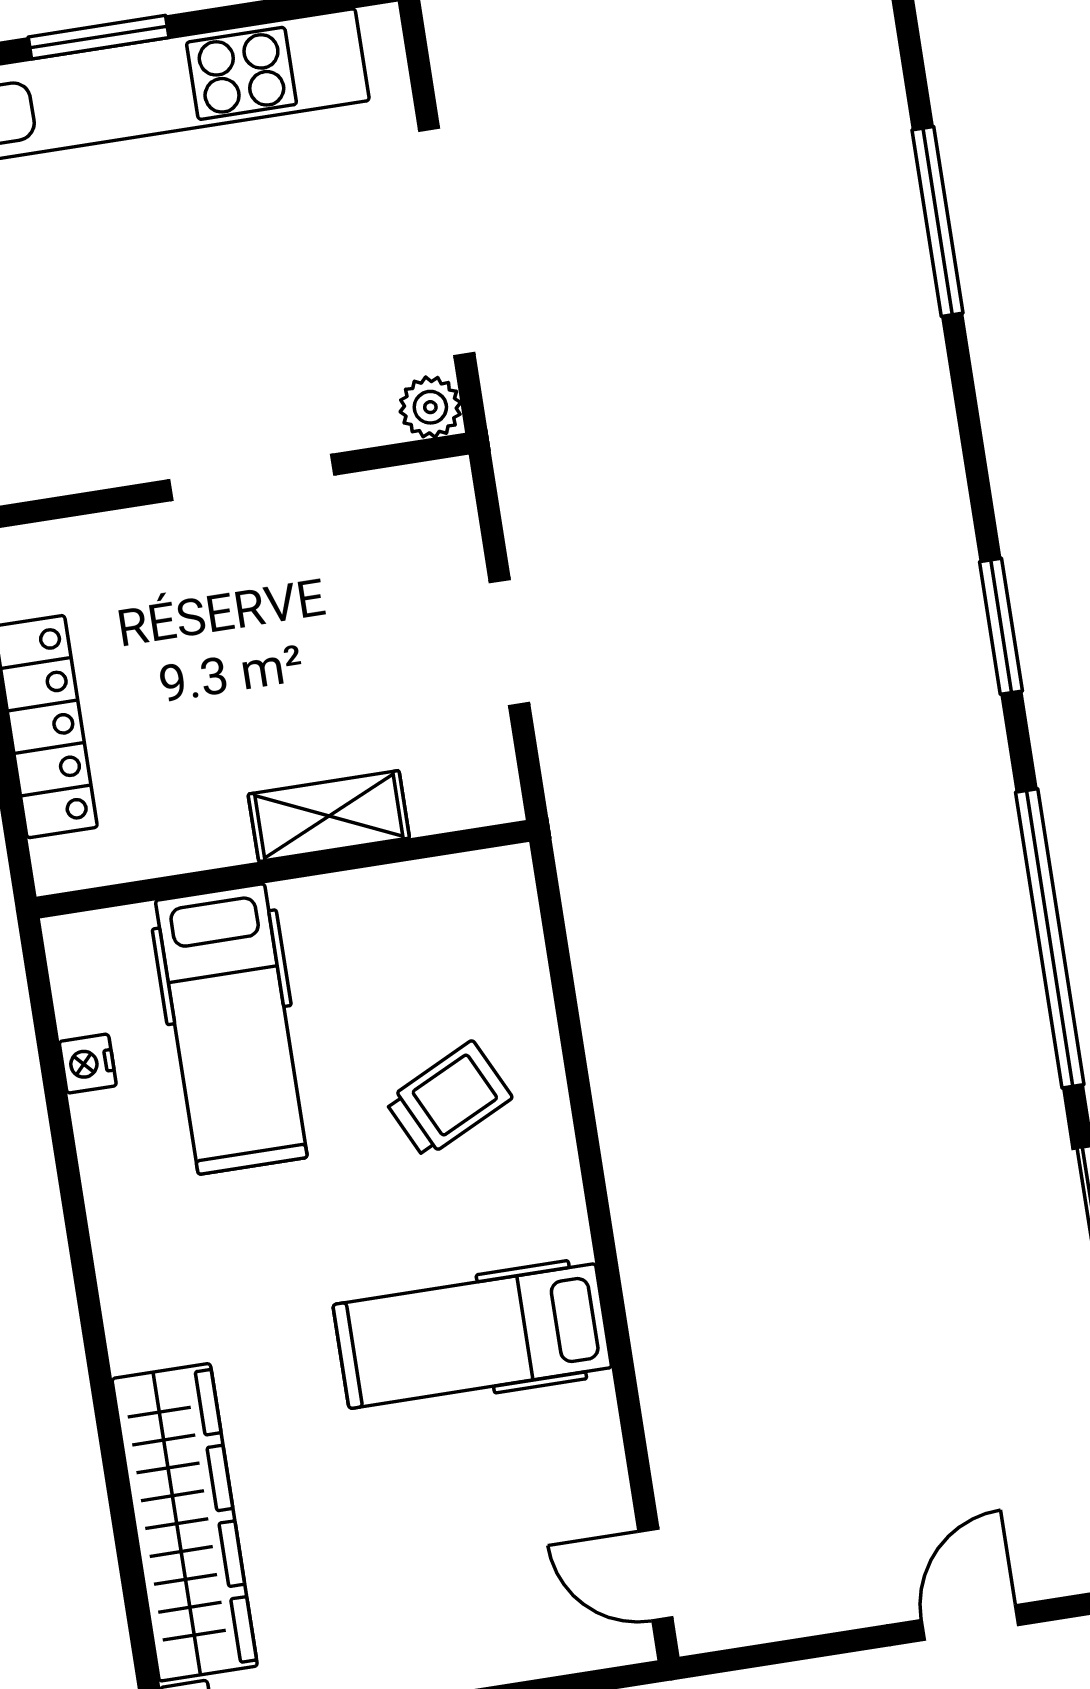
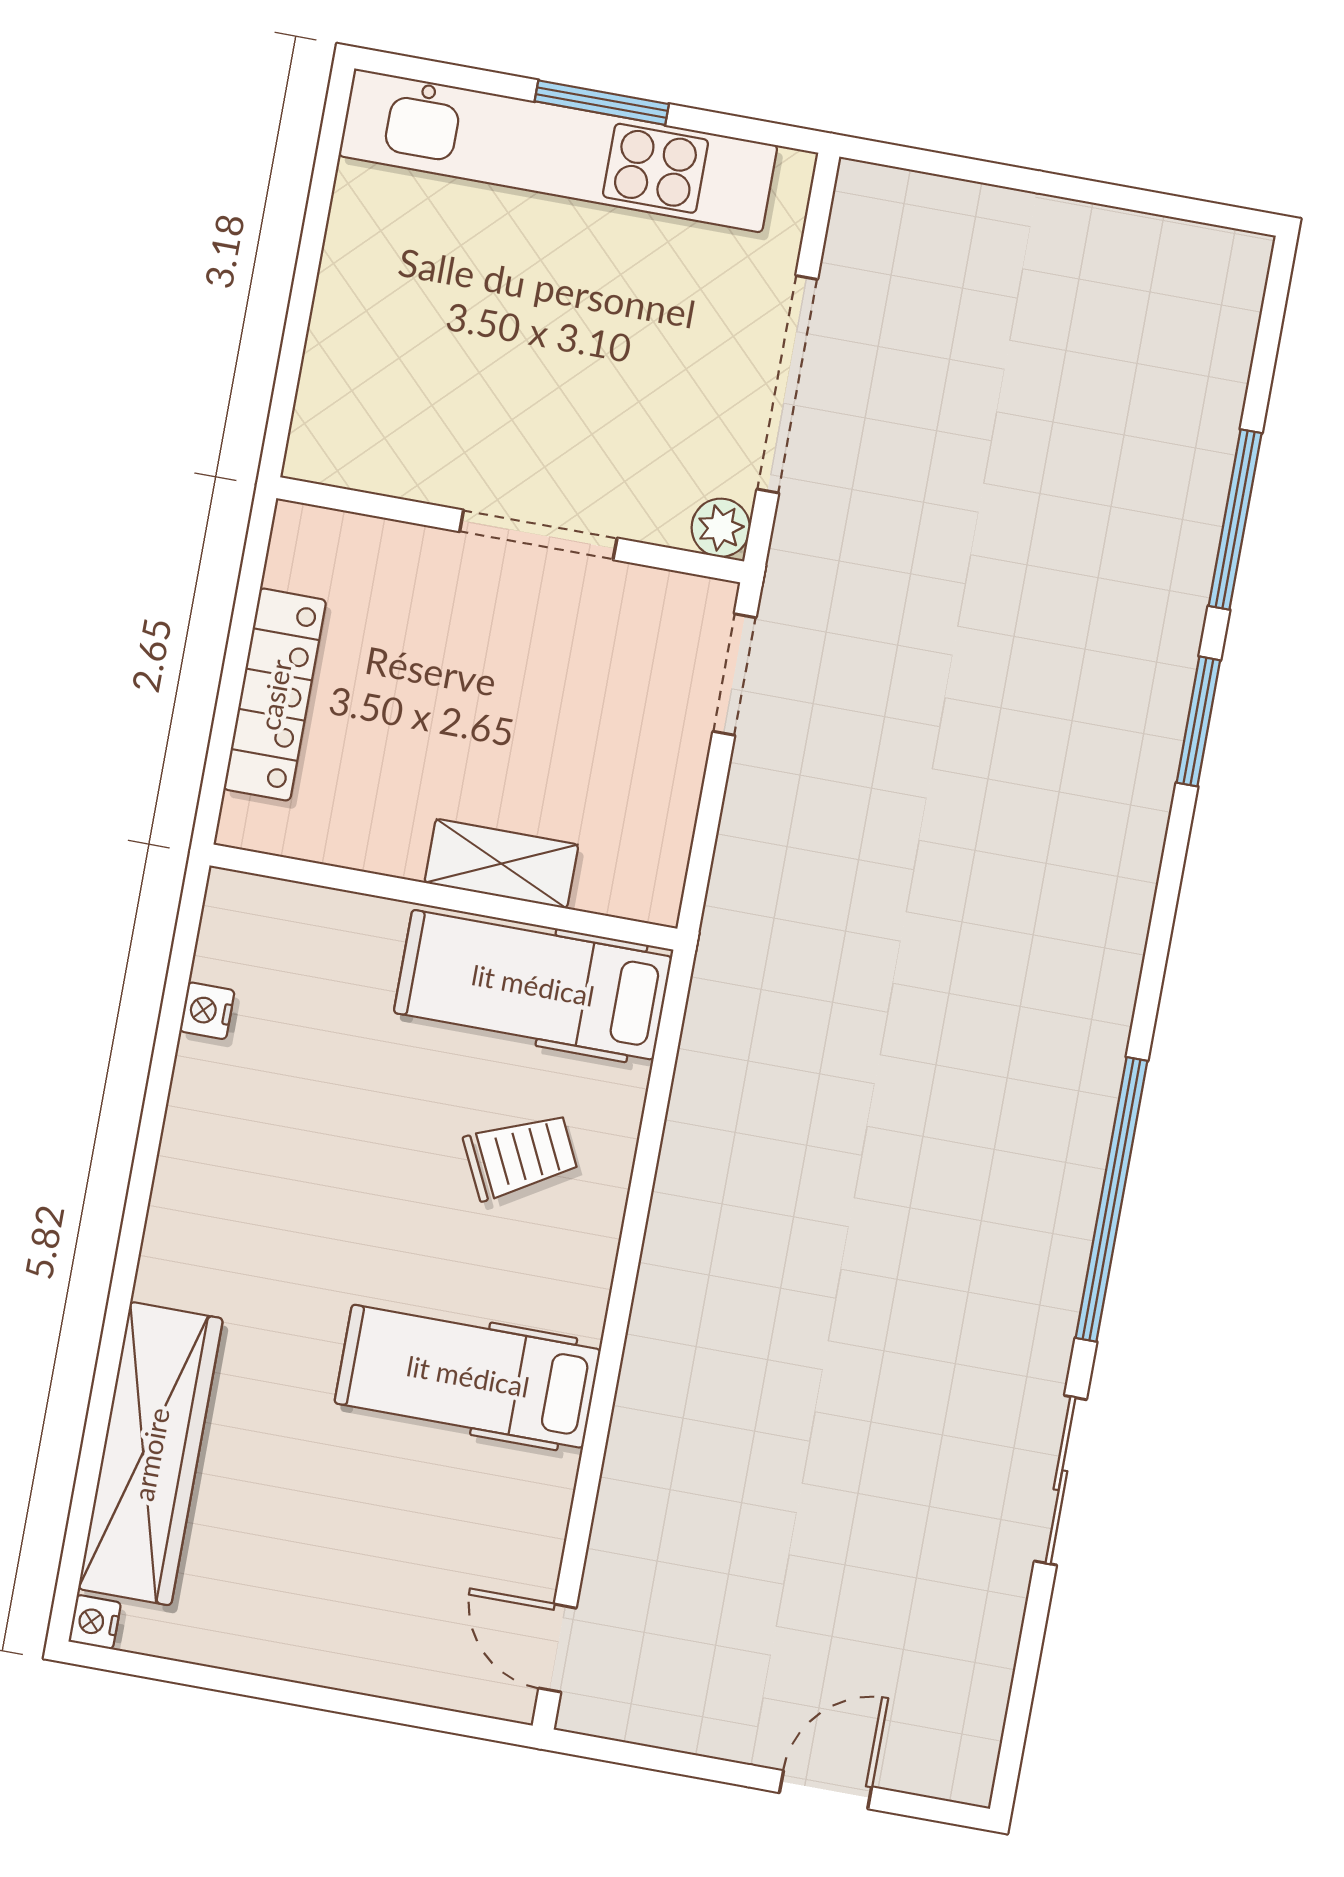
window: (99, 37) -> (602, 103), moved
window: (1001, 626) -> (1198, 721), moved
doorway: (509, 642) -> (734, 674), moved
hospital bed: (231, 1029) -> (533, 985), moved, turned 90

